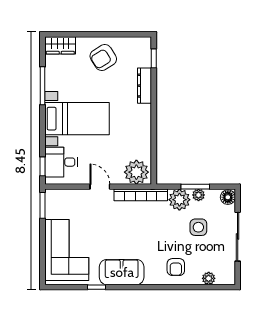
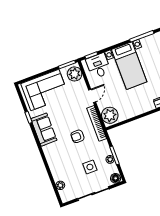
plant: (179, 200) -> (75, 74), moved
armchair: (176, 267) -> (77, 136), moved

